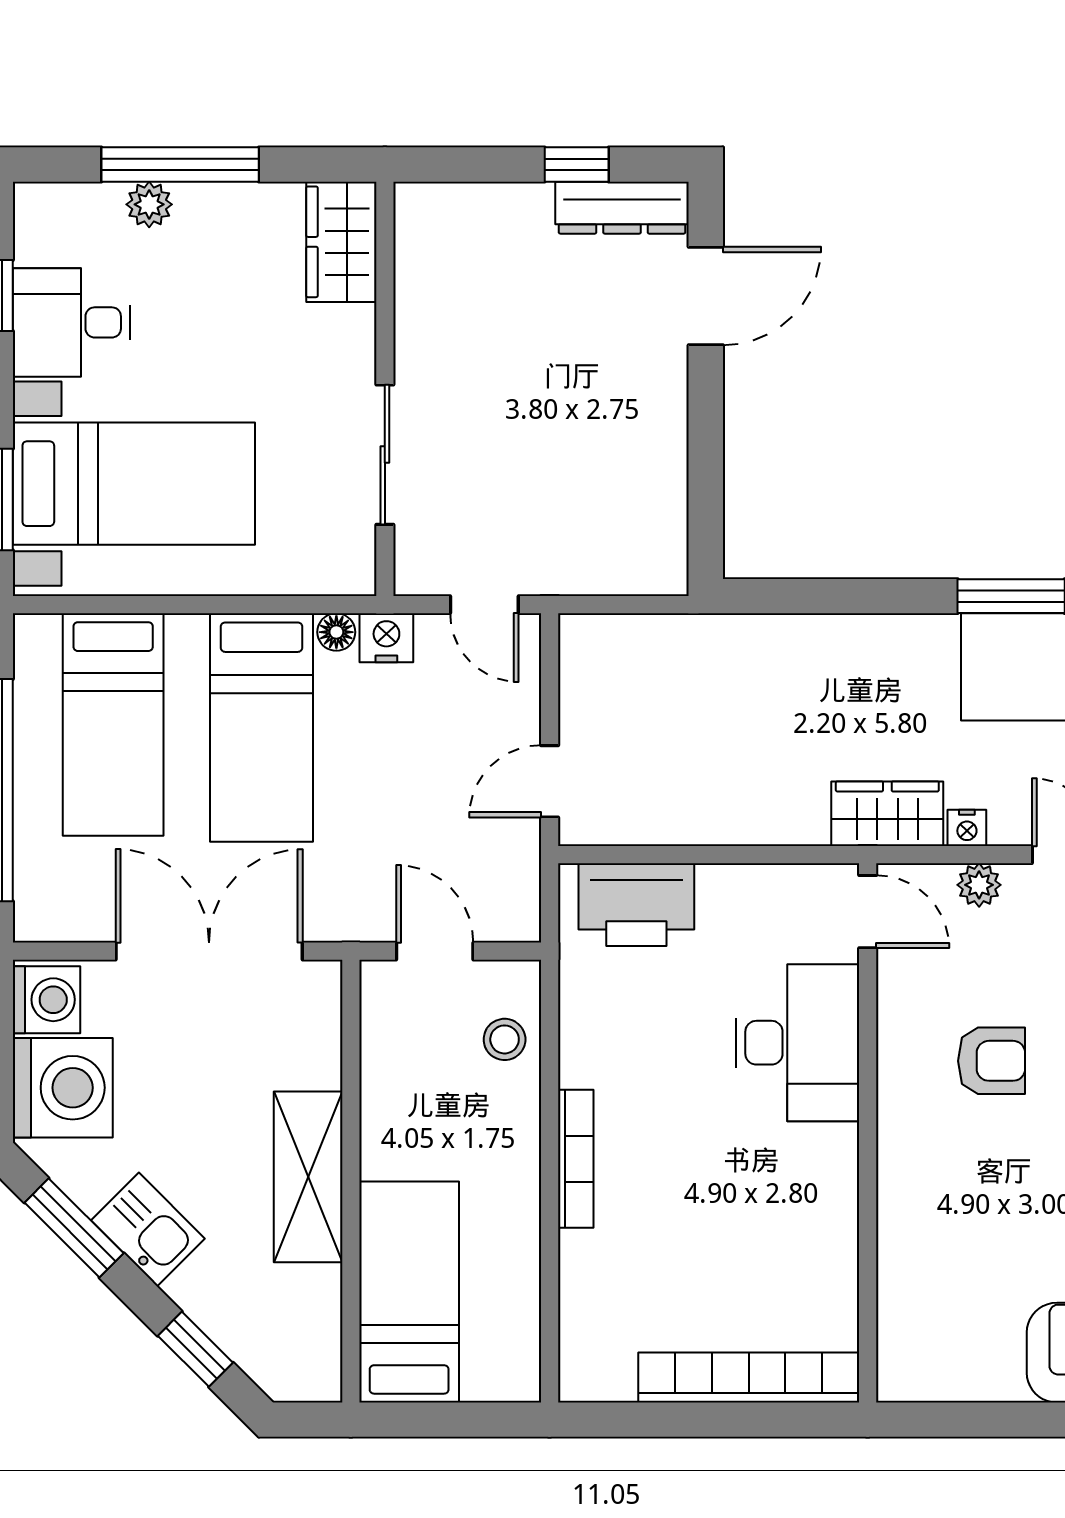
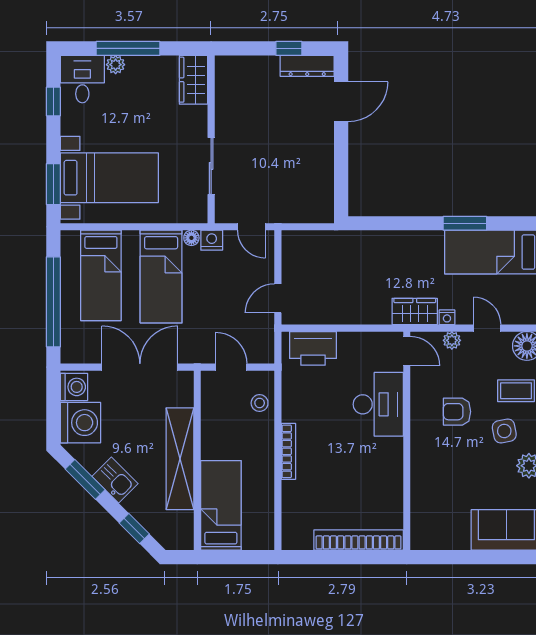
desk: (72, 322) -> (82, 79), moved, turned 90
armchair: (992, 1061) -> (457, 412), turned 180
shelving: (308, 1177) -> (180, 459), width x1.47

